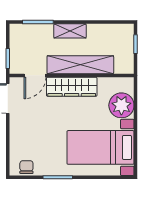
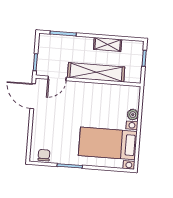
shelving: (70, 31) -> (108, 44), moved
wardrobe: (72, 87) -> (87, 90), removed
plant: (121, 105) -> (133, 115), width x0.53, depth x0.53

